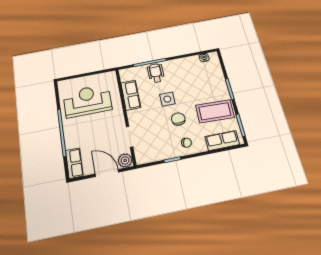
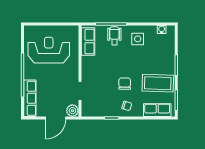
row of seats: (131, 95) -> (88, 41), moved
side table: (167, 99) -> (138, 39), moved
row of seats: (74, 163) -> (30, 98), width x1.48
door: (107, 173) -> (56, 118), swing flipped

